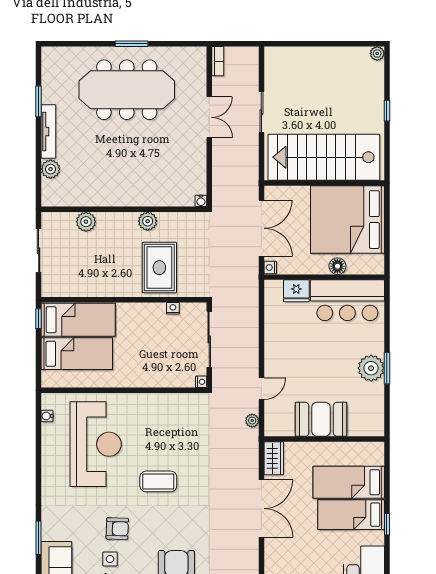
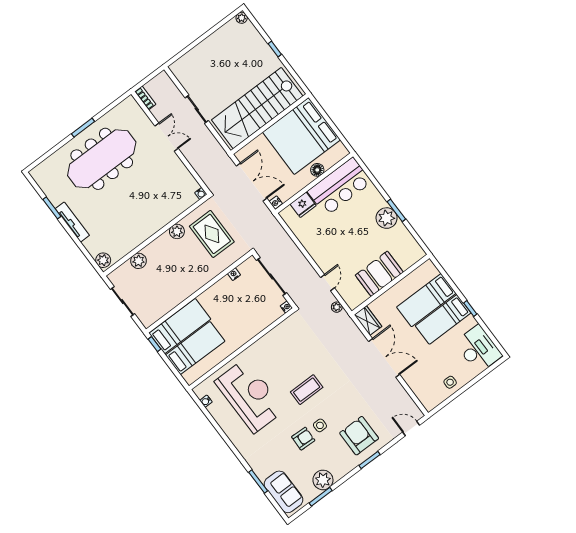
plant: (51, 169) -> (103, 260), moved
rug: (159, 268) -> (212, 234), moved
side table: (110, 559) -> (320, 425), moved

